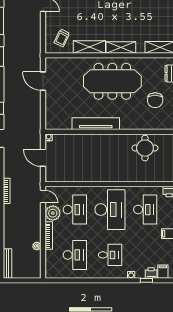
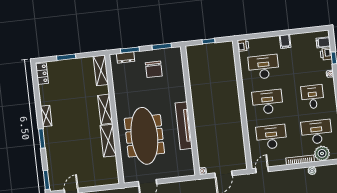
trolley: (62, 38) -> (102, 169), removed
meeting table: (112, 81) -> (144, 136), moved
chair: (155, 100) -> (154, 69), turned 90
round table: (145, 148) -> (202, 74), removed
desk: (110, 210) -> (268, 102), width x0.73, depth x0.77
plant: (53, 213) -> (322, 153), moved

